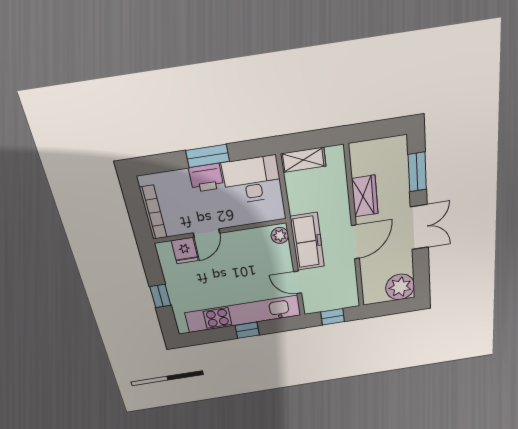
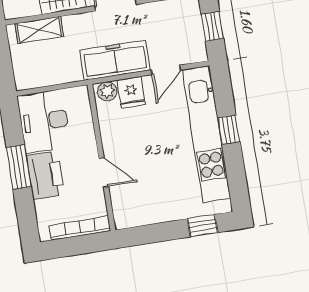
shelving: (303, 160) -> (39, 30), moved, turned 90
printer: (206, 178) -> (45, 175), width x1.37, depth x1.19
fridge: (185, 251) -> (131, 92), moved, turned 90
window: (160, 296) -> (203, 226), moved

